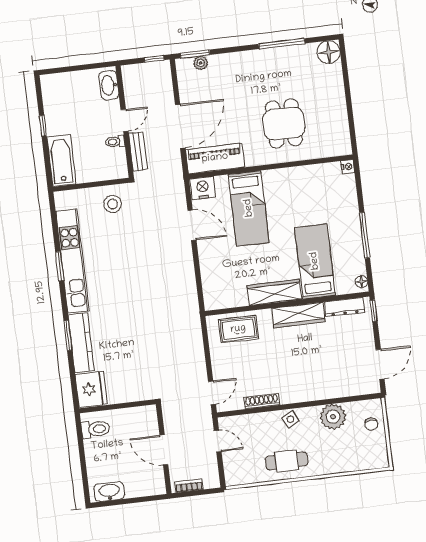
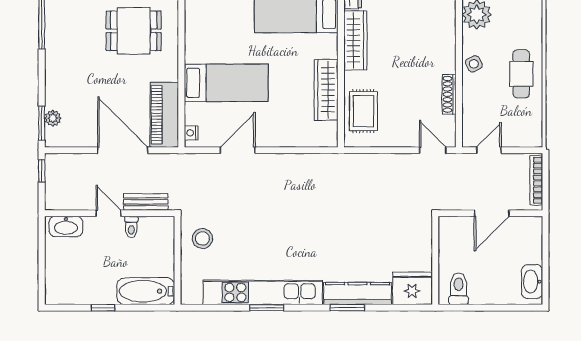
nightstand: (203, 188) -> (191, 133), width x0.53, depth x0.56
wardrobe: (274, 292) -> (326, 90), moved
bookcase: (189, 486) -> (536, 180), width x1.56

